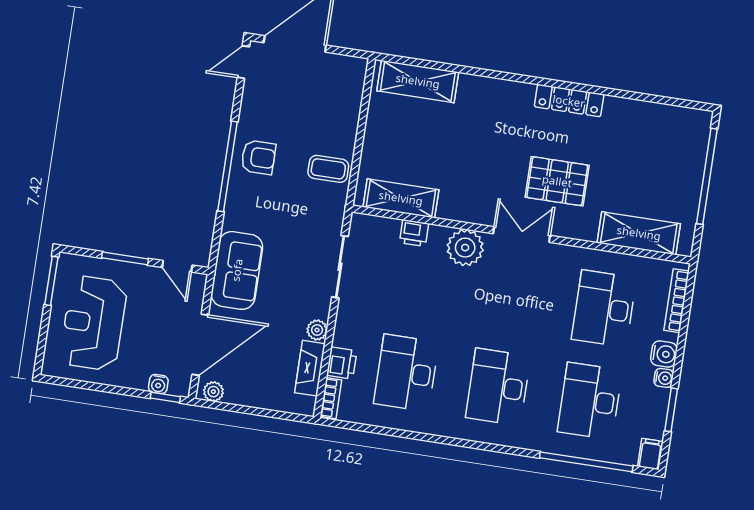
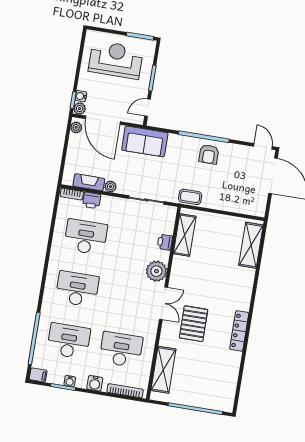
coffee table: (328, 169) -> (190, 197), moved, turned 90
water cooler: (664, 378) -> (70, 381), moved
plant: (180, 386) -> (80, 109), added

